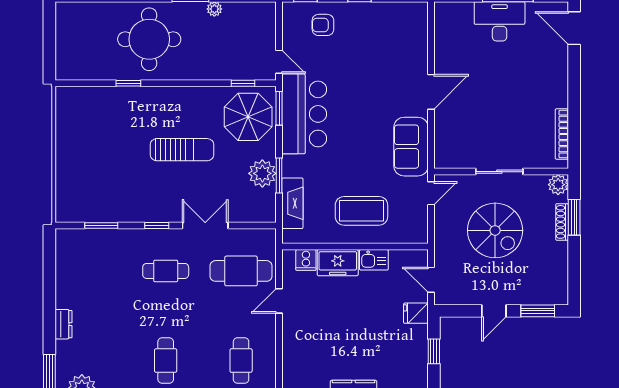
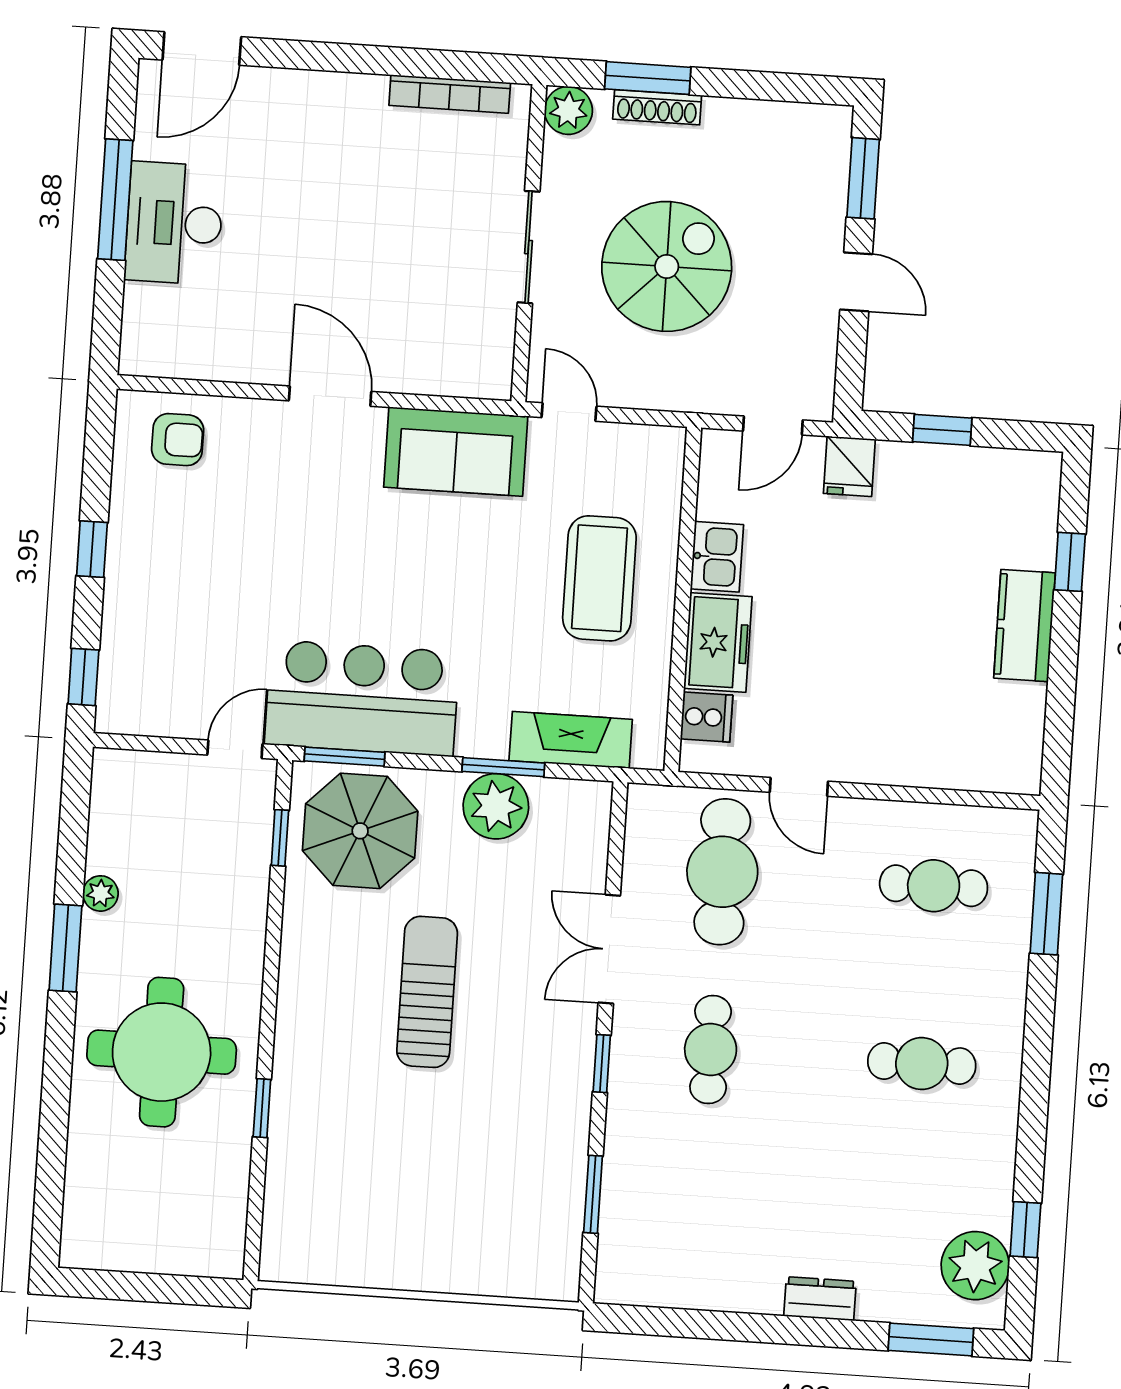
armchair: (323, 25) -> (178, 440), moved, turned -90

